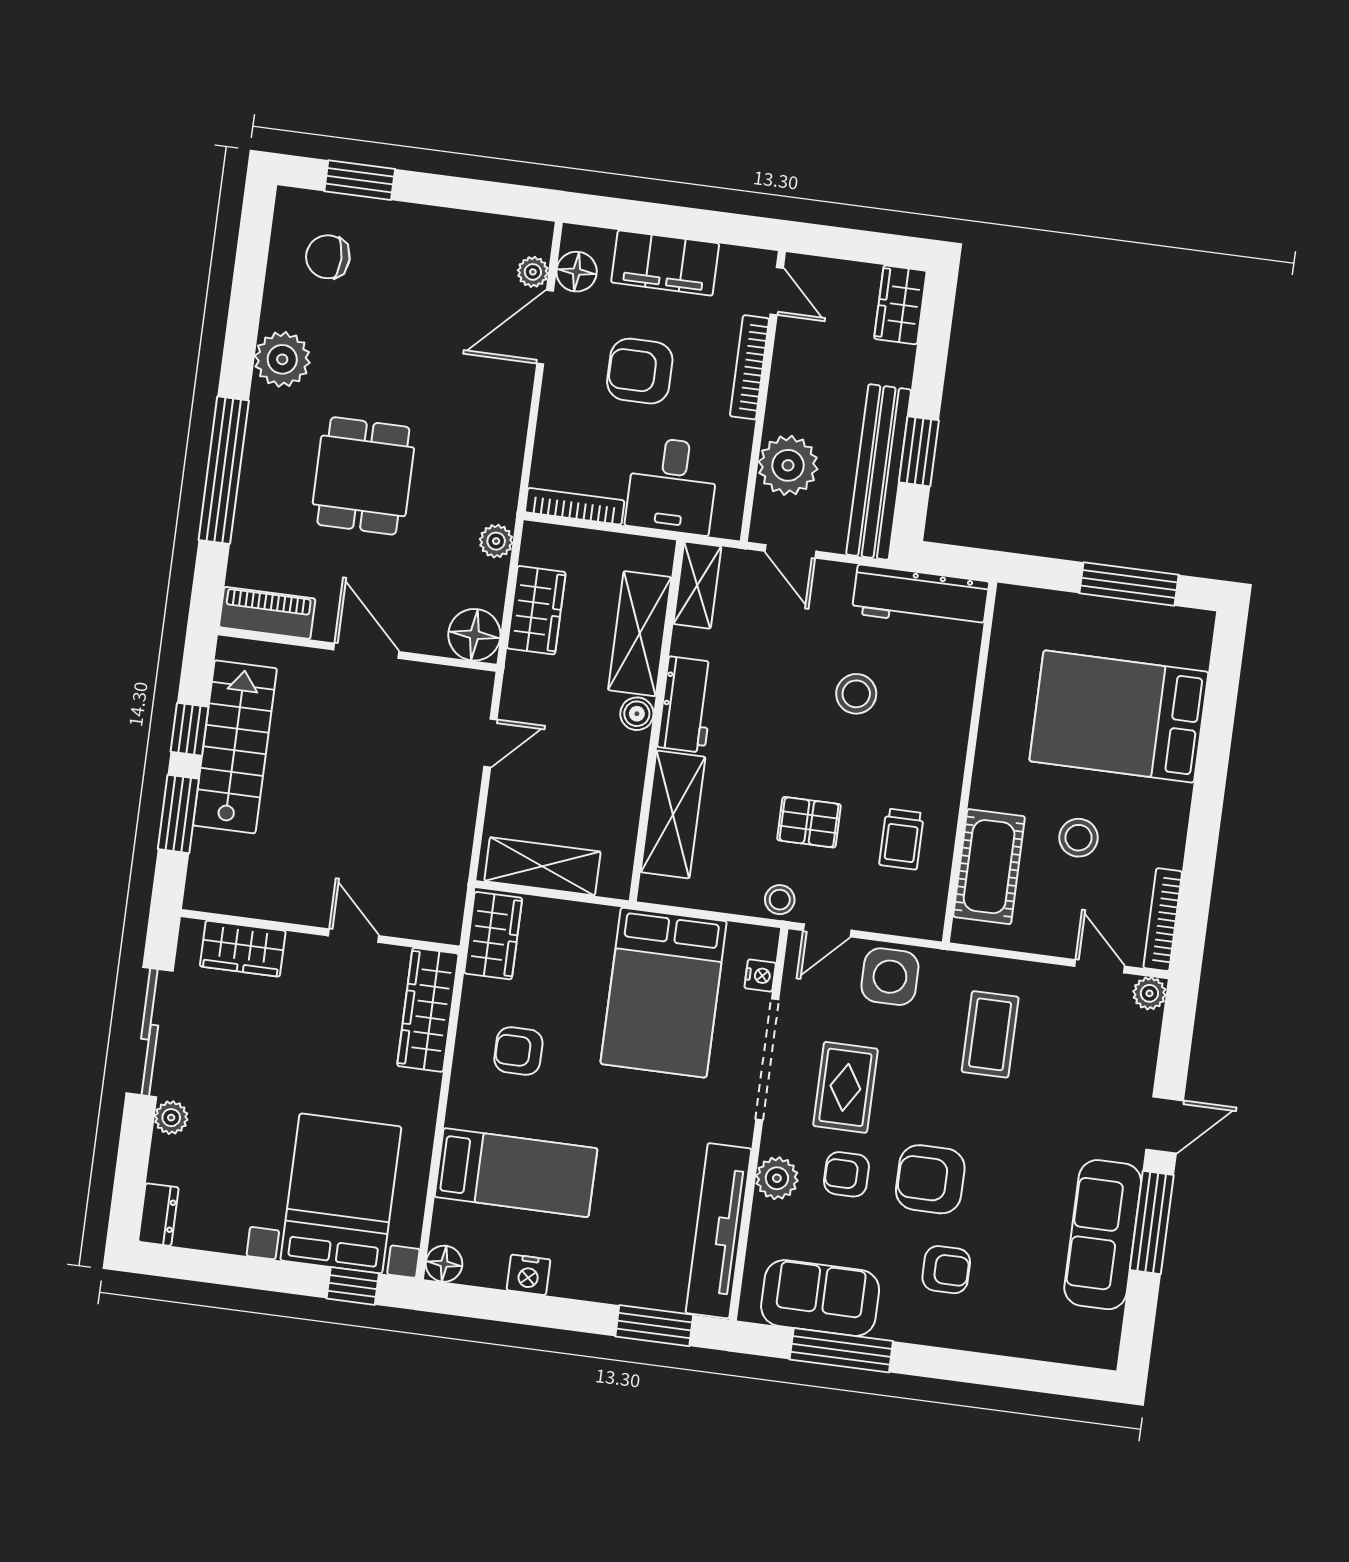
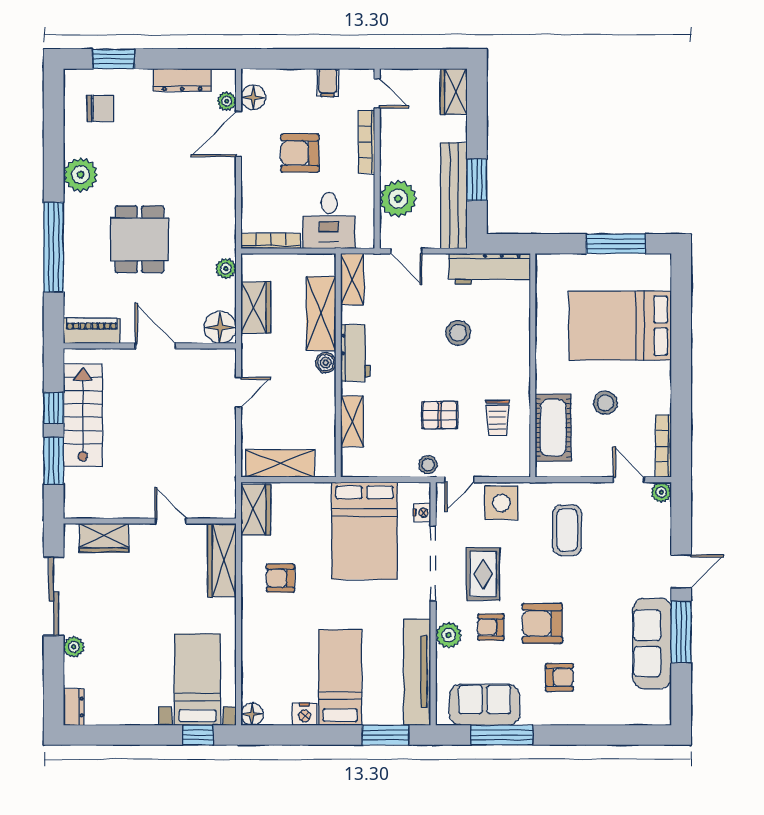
dresser: (466, 229) -> (182, 80), added
chair: (328, 257) -> (100, 108), turned 180
filing cabinet: (665, 263) -> (328, 83), width x0.33, depth x0.86
shelving: (673, 814) -> (352, 421), width x0.67, depth x0.75
bed: (516, 1173) -> (340, 677), moved, turned -90
bed with nightstands: (341, 1193) -> (197, 680), width x0.73

